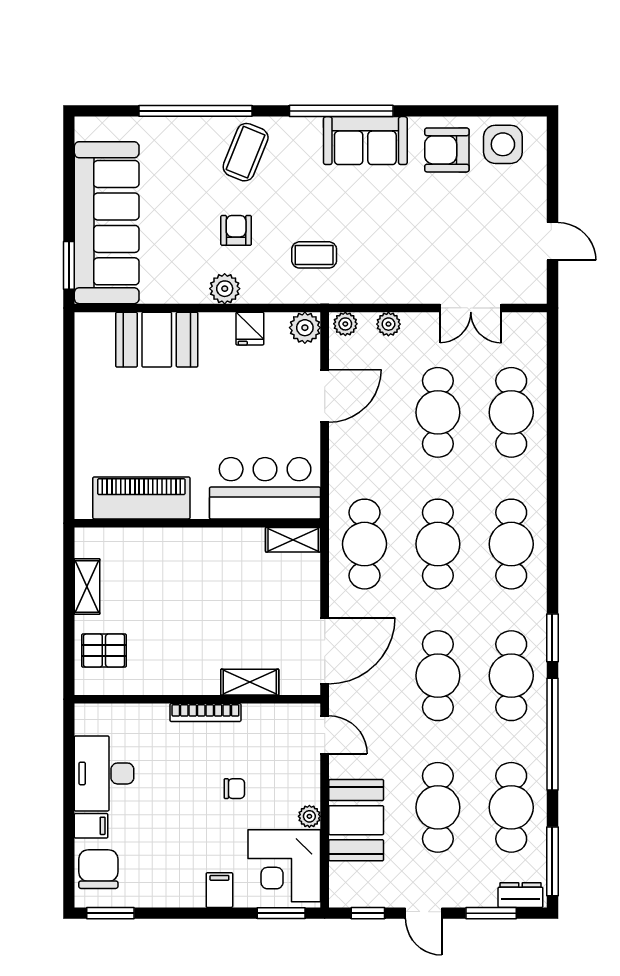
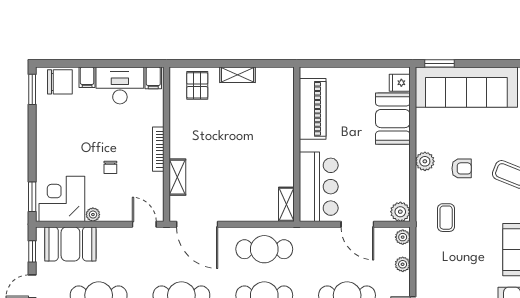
fridge: (250, 329) -> (400, 83), moved
bar counter: (265, 488) -> (319, 187), moved
piano: (141, 498) -> (313, 109), moved
wall: (197, 523) -> (297, 144), moved
shelving: (293, 540) -> (286, 204), moved
door: (325, 735) -> (144, 224), swing flipped
booth: (356, 820) -> (70, 244), moved
filing cabinet: (219, 890) -> (153, 78), moved, turned 90

